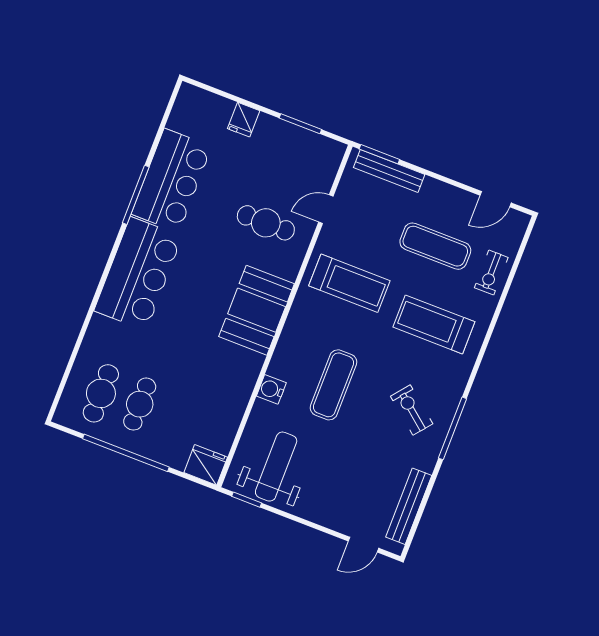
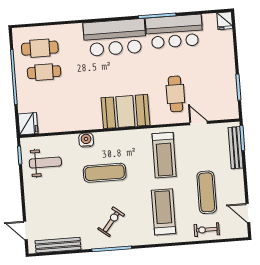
fridge: (244, 120) -> (225, 21), moved, turned -90
weight bench: (276, 467) -> (45, 163), width x0.73, depth x0.75

